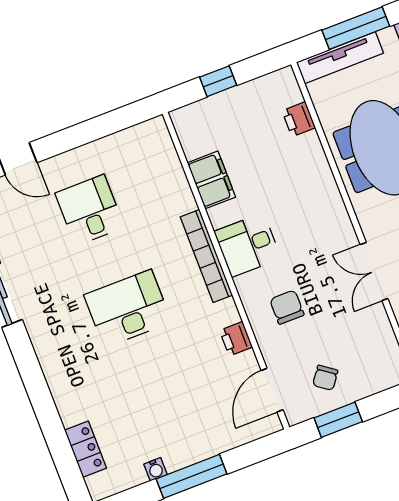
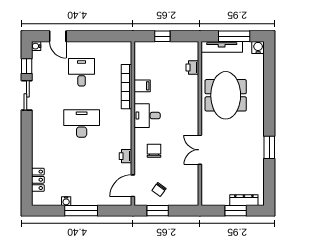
filing cabinet: (211, 180) -> (142, 86), width x0.50
bookcase: (206, 256) -> (126, 87), moved

